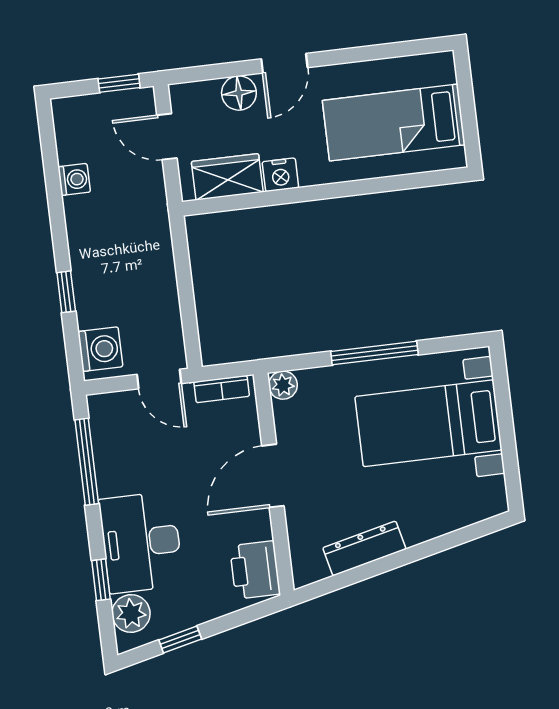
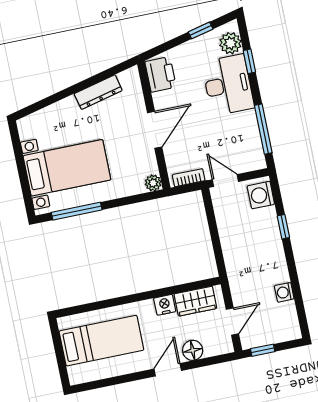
door: (167, 137) -> (232, 322), hinge flipped
window: (374, 353) -> (77, 211), moved

